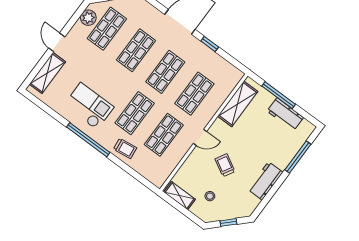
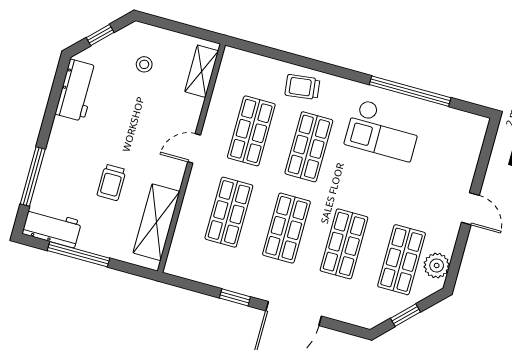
shelving: (47, 73) -> (466, 156), removed
window: (279, 95) -> (78, 254), moved
workbench: (285, 114) -> (52, 227), moved
window: (88, 140) -> (410, 91), moved
trolley: (225, 165) -> (111, 182), moved, turned 61
workbench: (265, 181) -> (77, 90), moved
shelving: (180, 196) -> (202, 71), moved, turned 90

